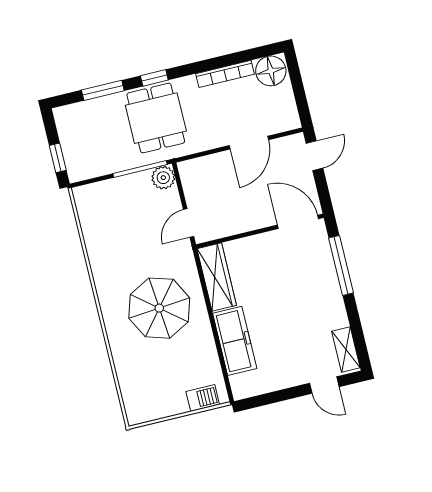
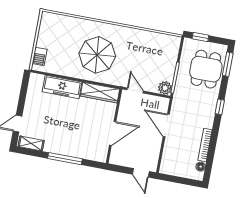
floor lamp: (271, 71) -> (201, 167), width x0.53, depth x0.53
window: (103, 90) -> (228, 64), moved
dining table: (156, 118) -> (206, 69), moved, turned 90
door: (249, 143) -> (166, 125), moved
door: (298, 222) -> (113, 133), moved
window: (341, 265) -> (65, 159), moved

